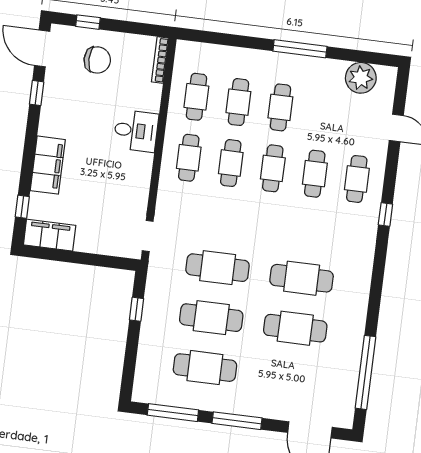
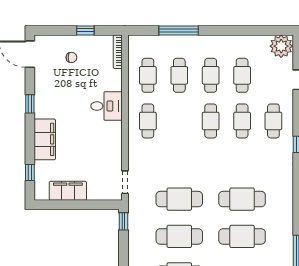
window: (88, 22) -> (85, 30), moved
window: (300, 49) -> (179, 30), moved
chair: (97, 60) -> (71, 57), width x0.54, depth x0.54
plant: (361, 78) -> (281, 46), moved
window: (37, 93) -> (30, 104), moved
cafe table: (231, 163) -> (242, 75), moved
filing cabinet: (50, 235) -> (68, 191), moved
window: (137, 309) -> (124, 221), moved

